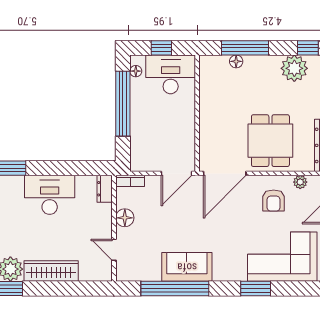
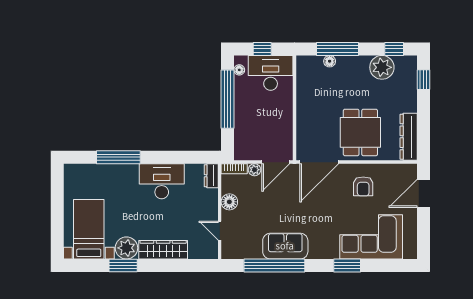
plant: (300, 182) -> (254, 170), moved

